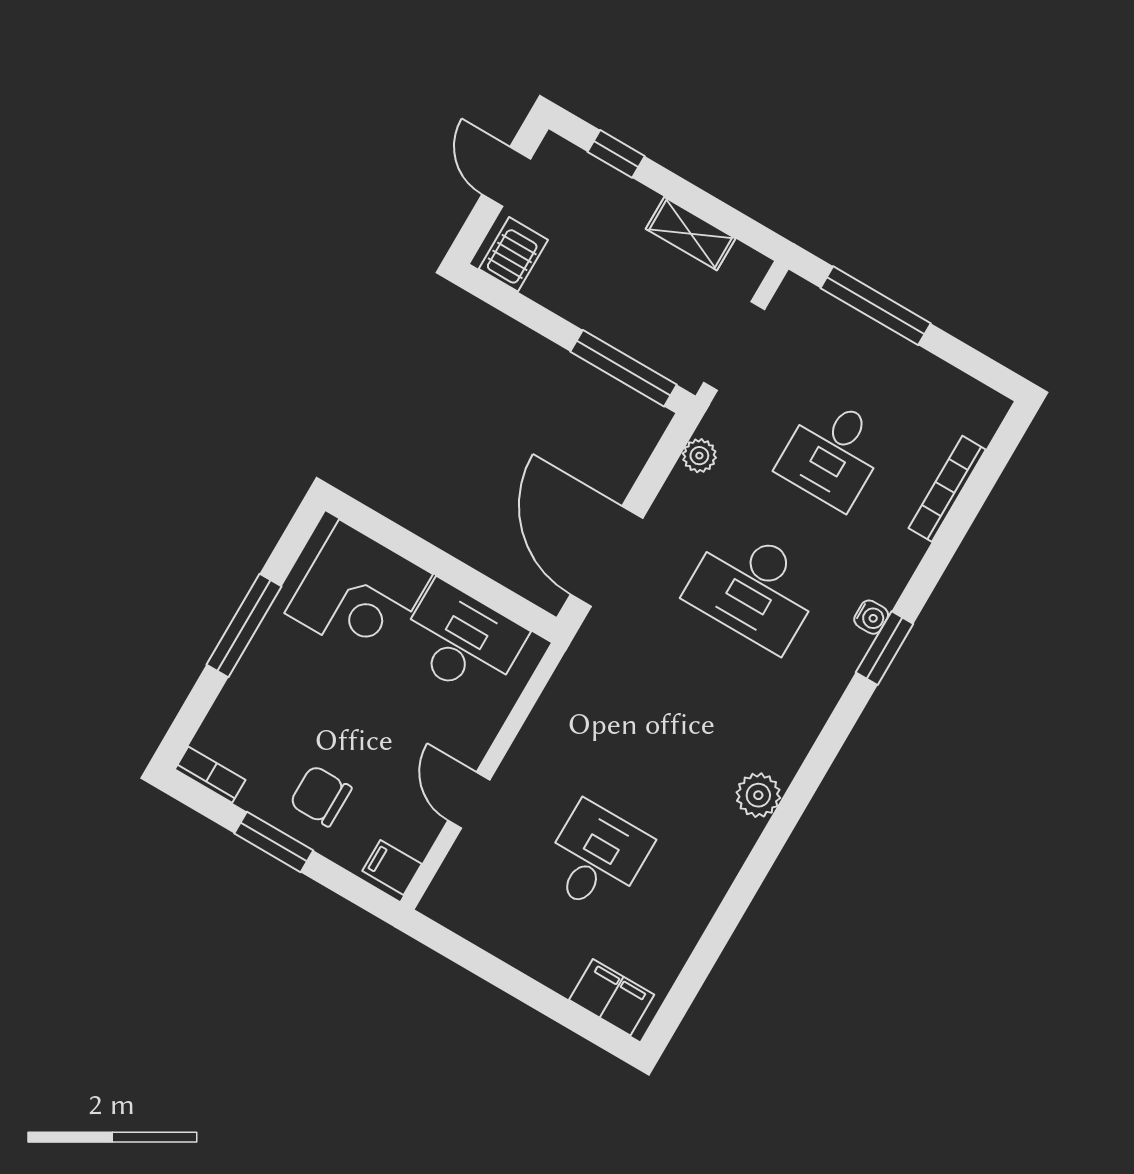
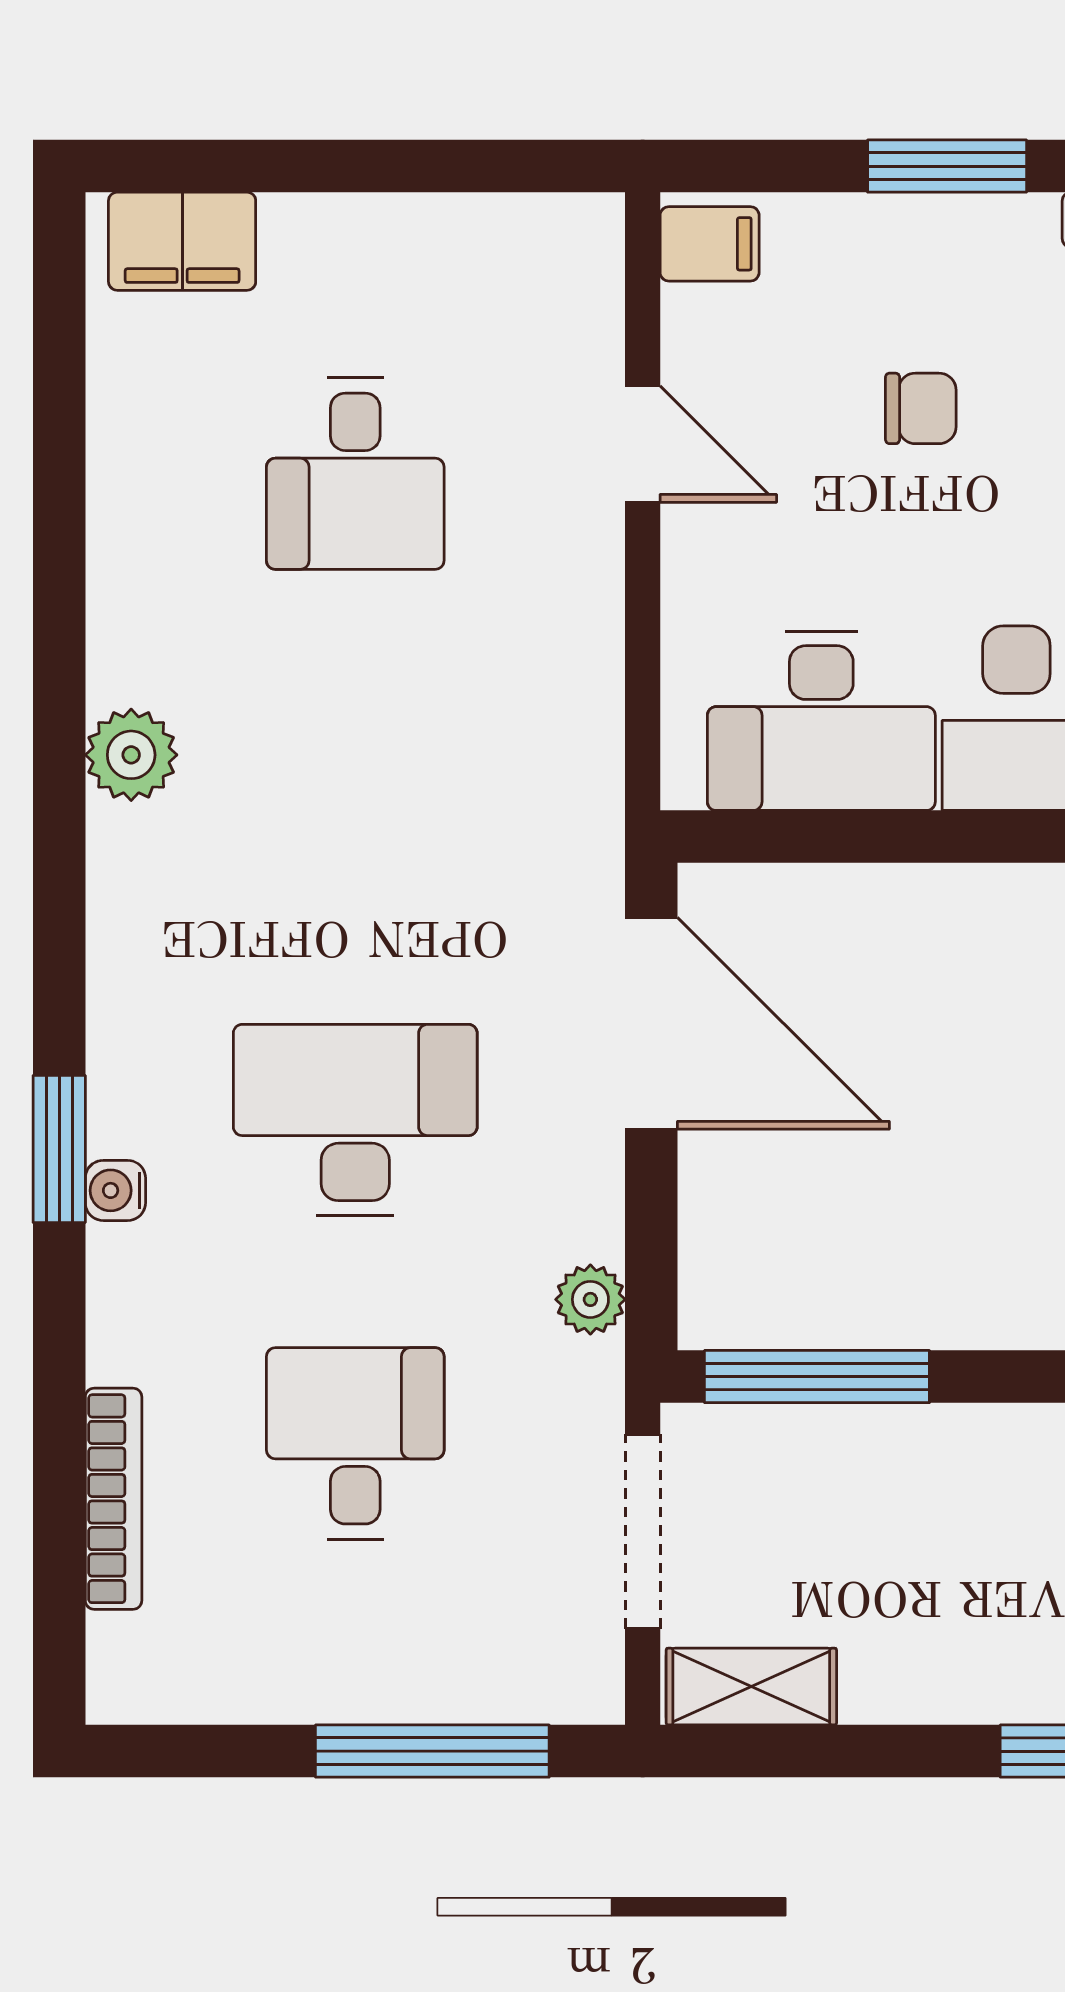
shelving: (691, 234) -> (751, 1687), moved
chair: (321, 796) -> (921, 408), moved, width x0.73, depth x0.73

